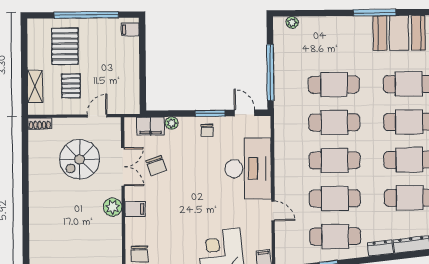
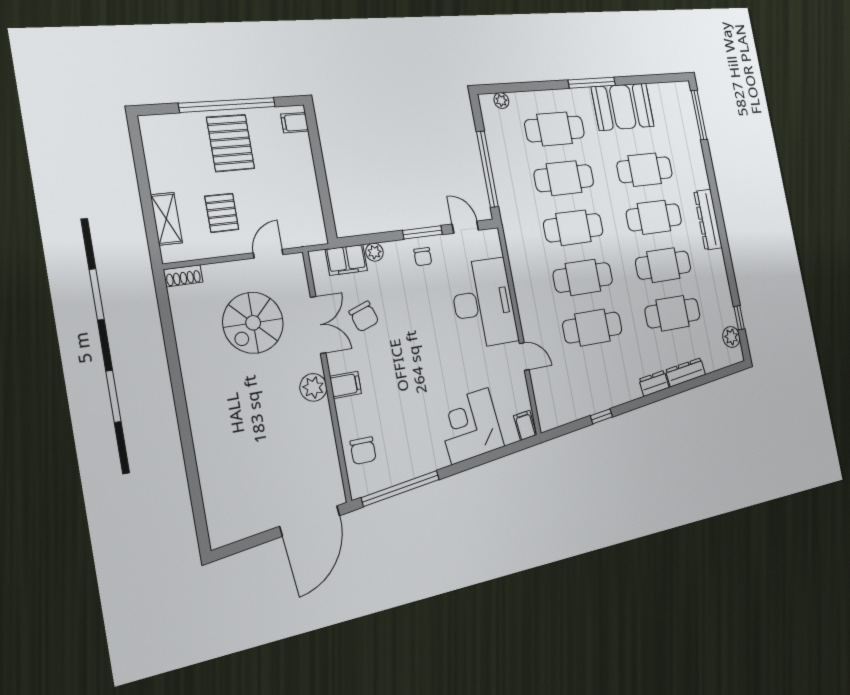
pallet: (65, 46) -> (231, 143), moved
cafe table: (335, 236) -> (555, 129), moved

